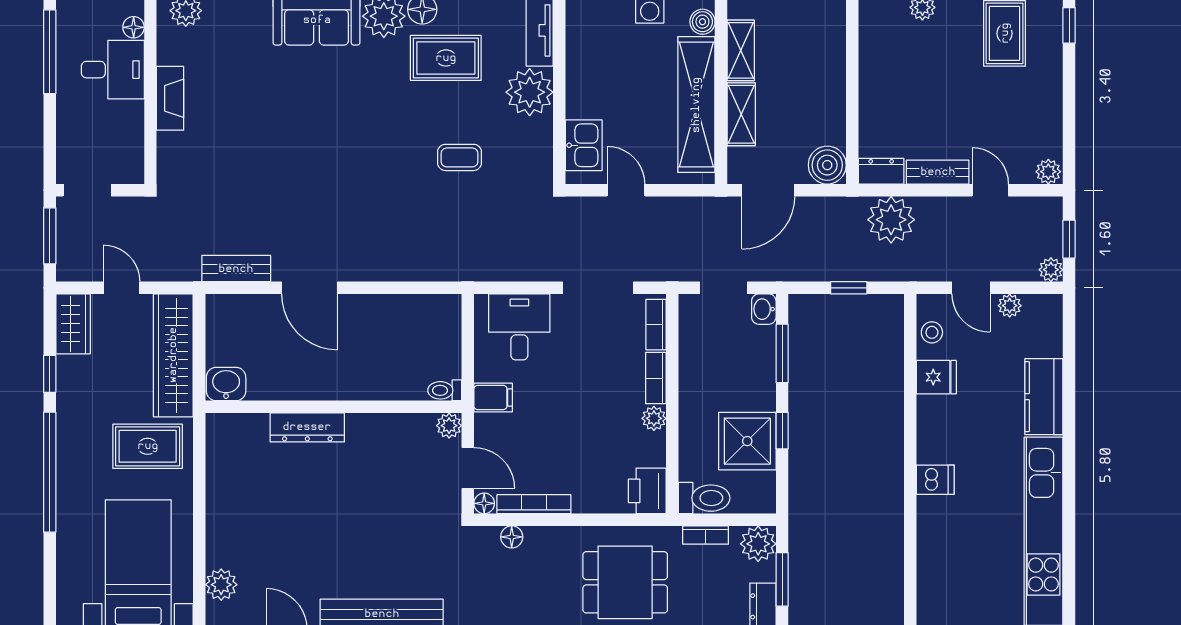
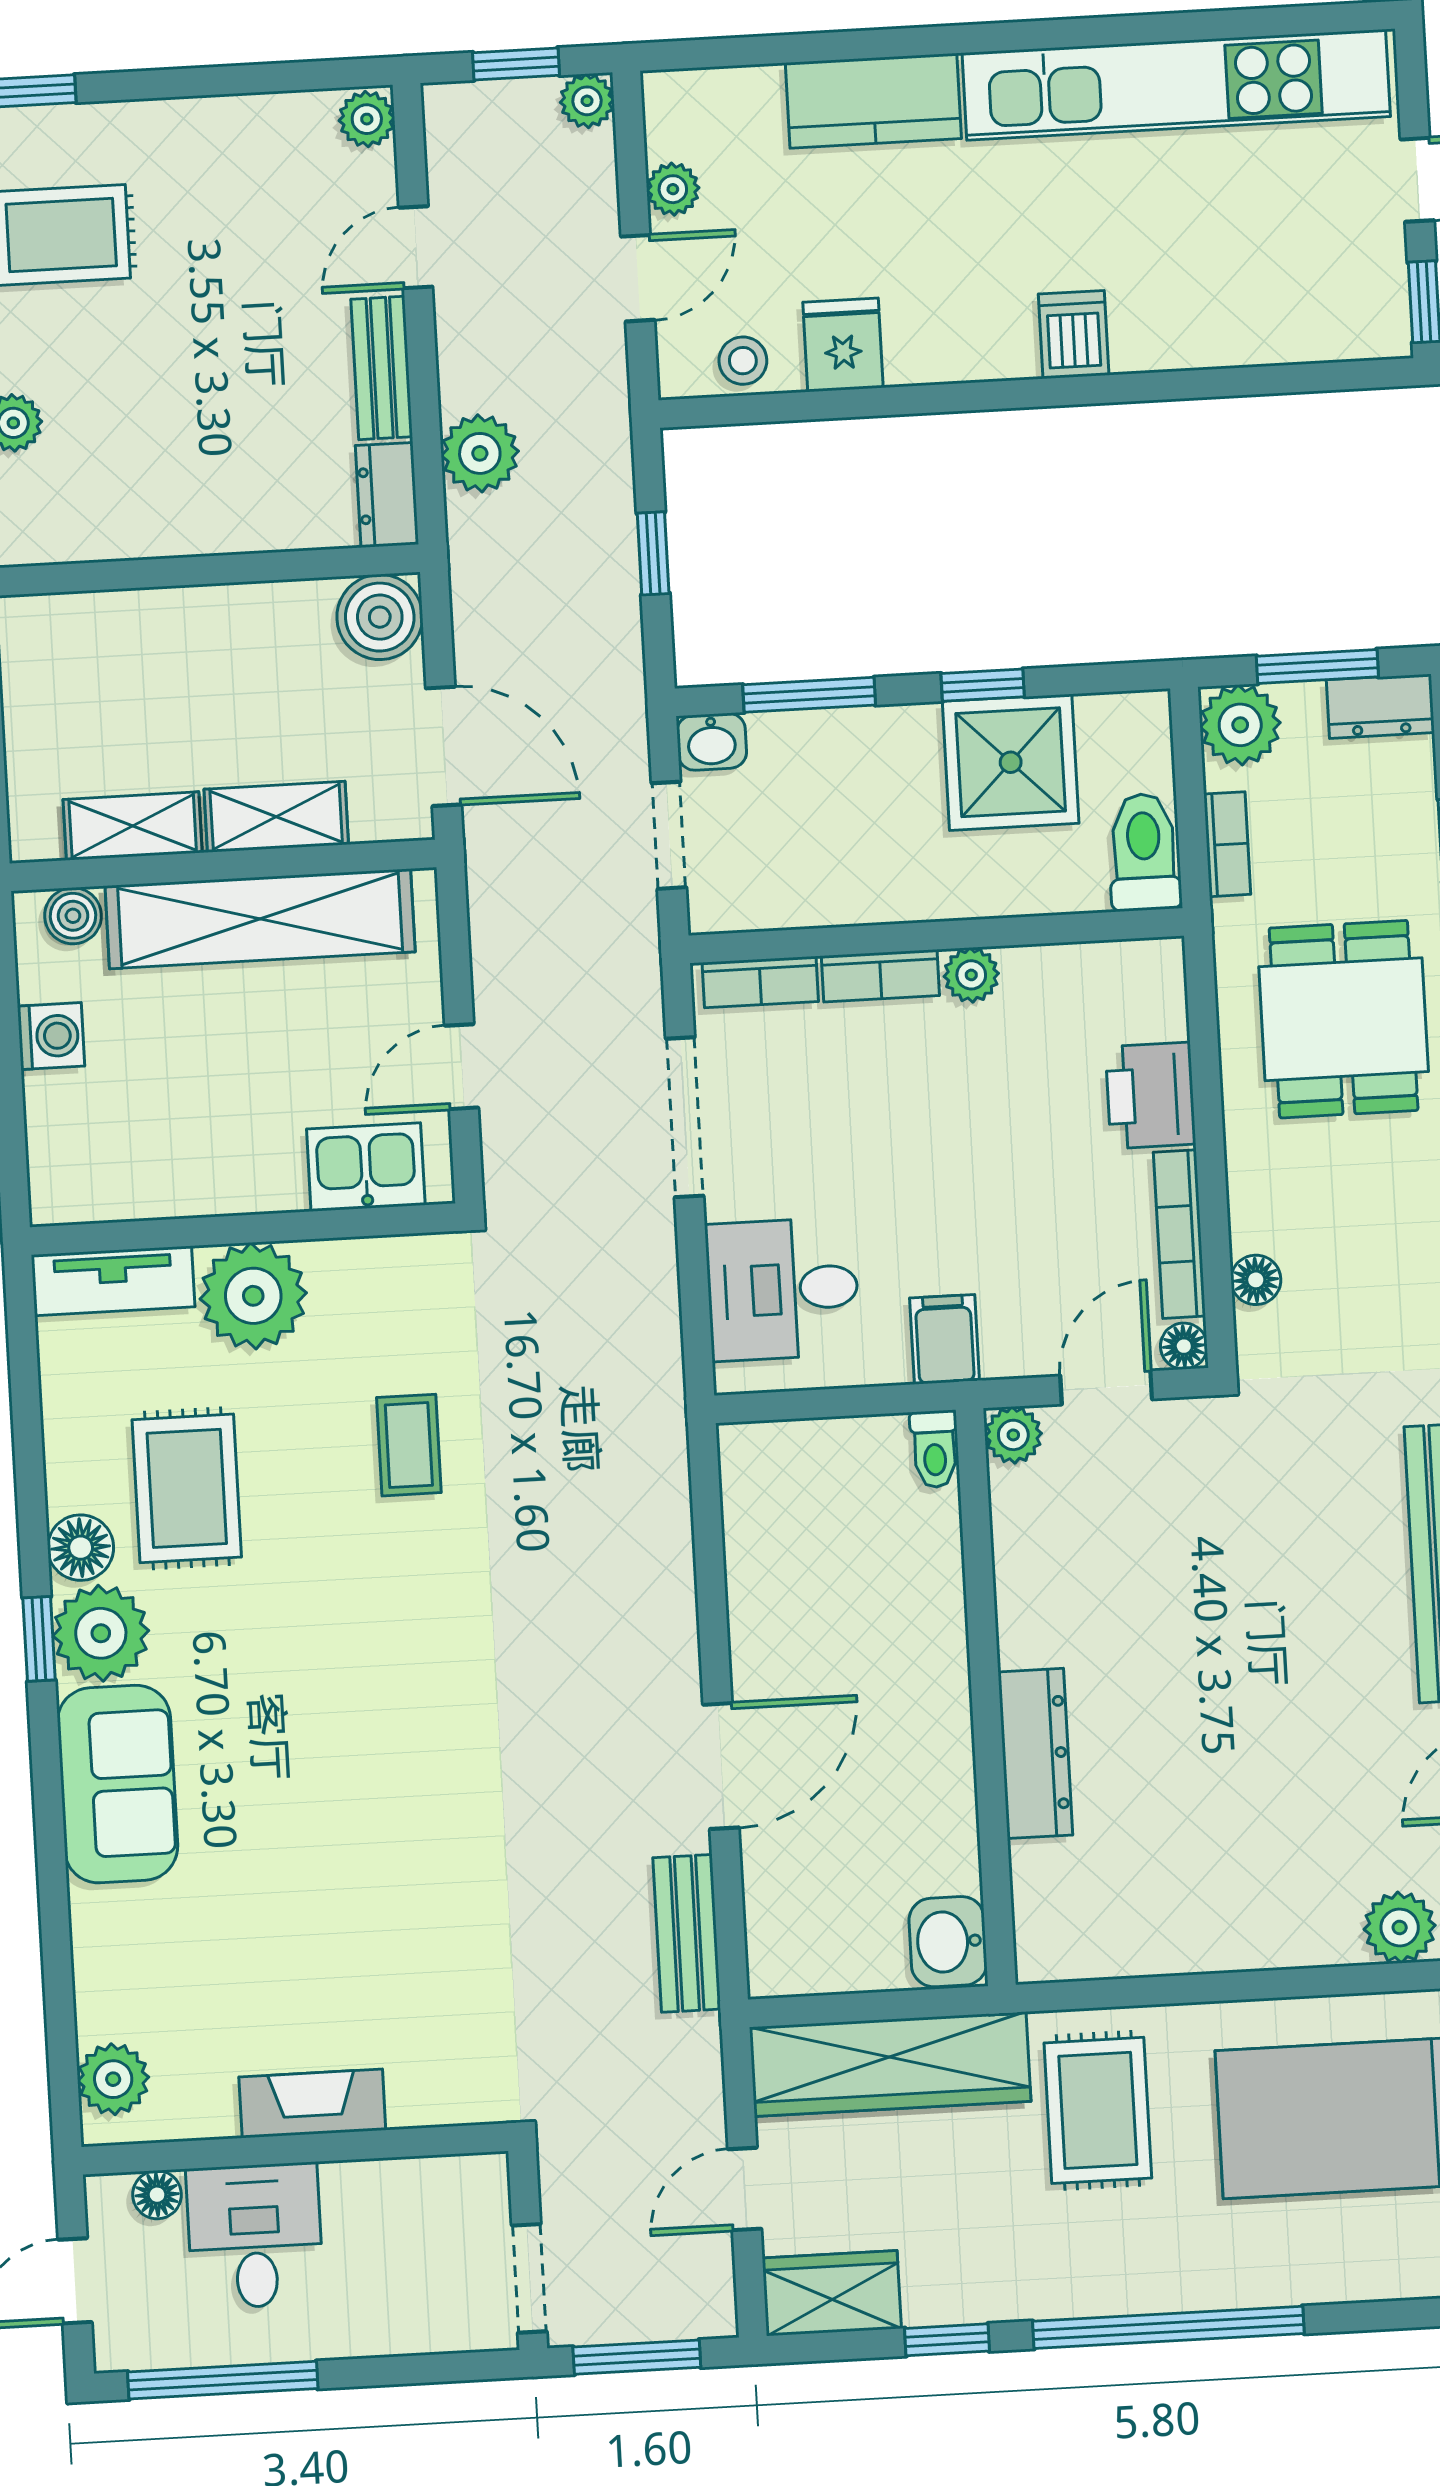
plant: (891, 220) -> (480, 453), width x0.73, depth x0.73
printer: (647, 491) -> (1151, 1095), moved, turned 90

